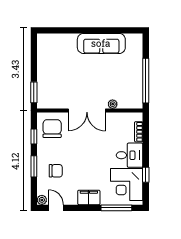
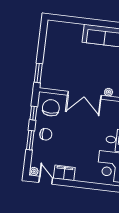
chair: (56, 171) -> (46, 134), moved
filing cabinet: (89, 197) -> (64, 173), moved
window: (116, 208) -> (101, 187), removed

